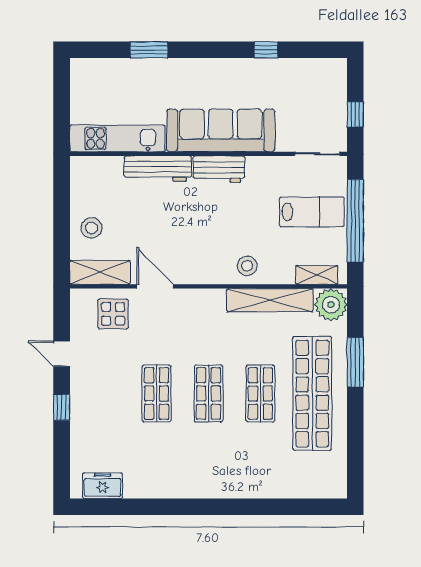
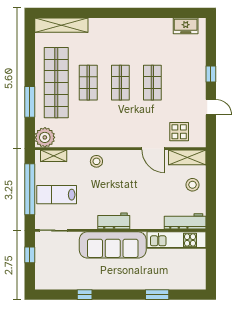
workbench: (158, 169) -> (185, 221), moved
shelving: (270, 300) -> (61, 25), moved

